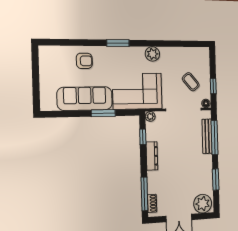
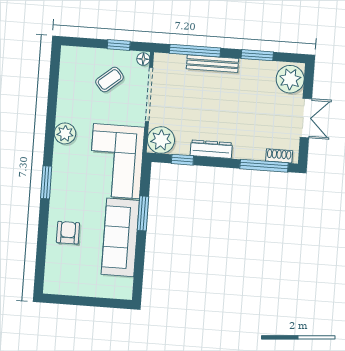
plant: (150, 116) -> (161, 140), width x1.88, depth x1.88
bench: (207, 136) -> (212, 64), moved

